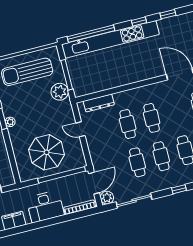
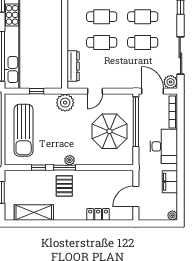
window: (67, 75) -> (37, 91), width x0.46
plant: (60, 92) -> (65, 103), moved

